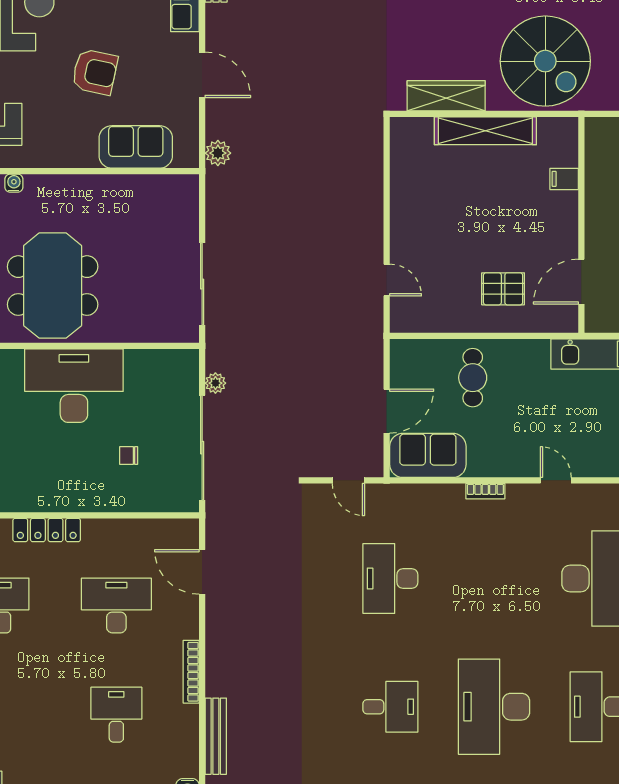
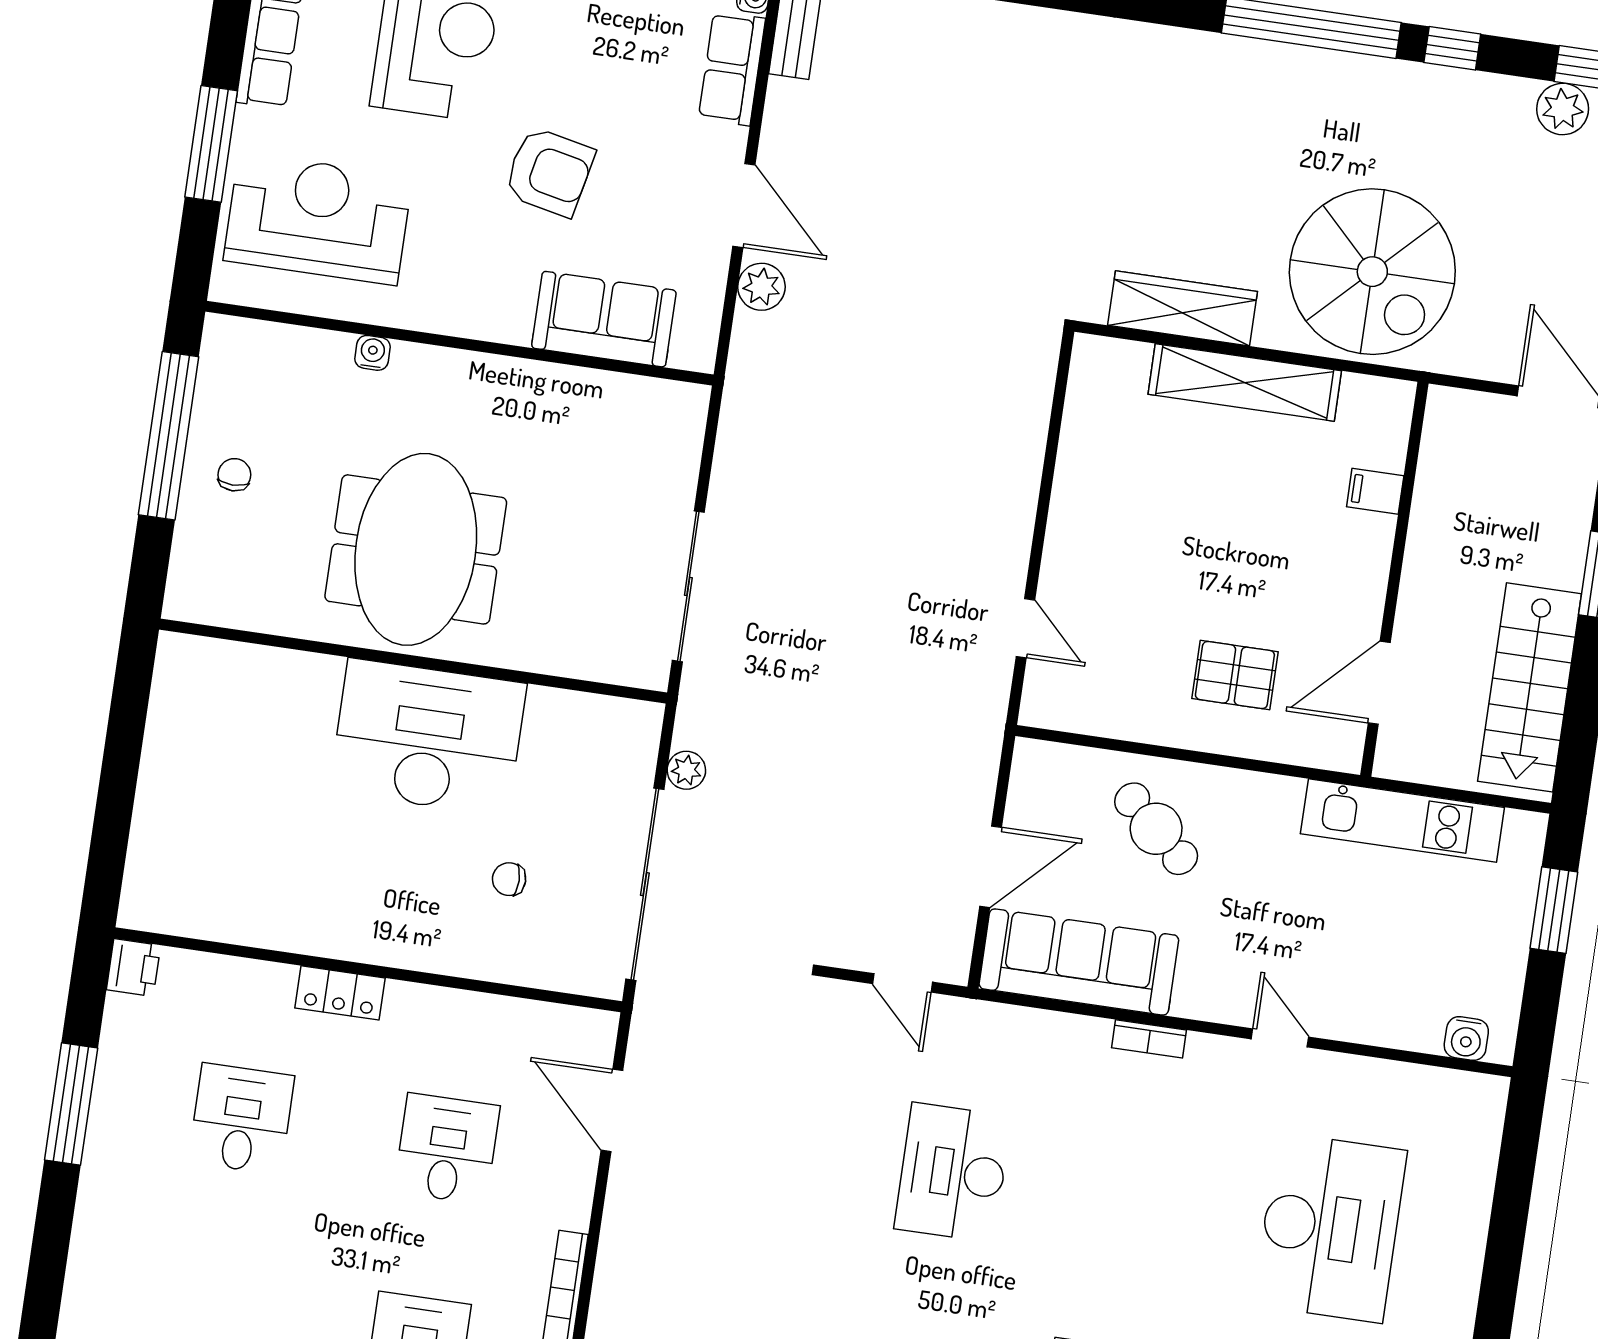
plant: (218, 153) -> (761, 287), moved
cafe table: (473, 378) -> (1156, 829), turned -48
sofa: (428, 455) -> (1079, 962), width x1.36
locker: (47, 530) -> (340, 993), width x0.66
desk: (116, 605) -> (447, 1149), width x0.73

